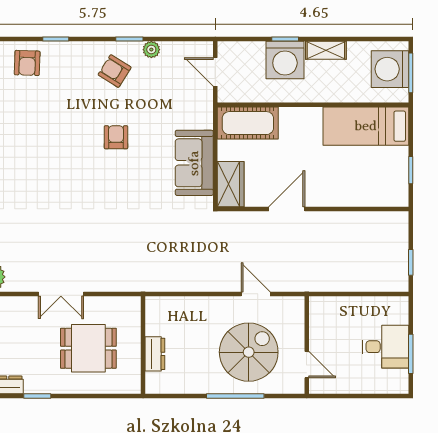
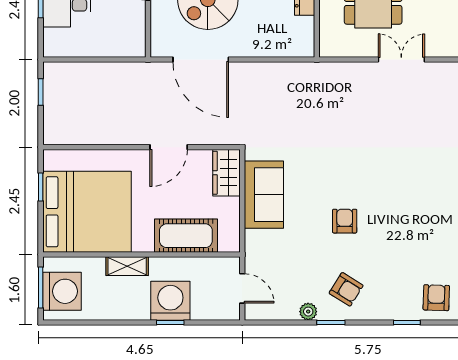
shelving: (326, 50) -> (127, 266), moved
cot: (248, 123) -> (186, 236), moved
bed: (366, 126) -> (87, 212), width x2.04
armchair: (116, 137) -> (345, 221), turned 180
door: (256, 294) -> (201, 59), width x1.87

